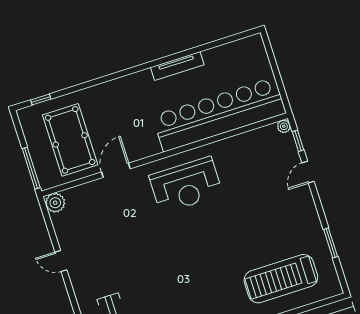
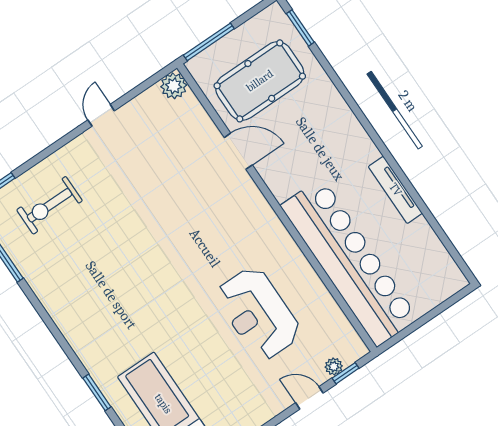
window: (41, 100) -> (300, 28), width x1.50
plant: (284, 126) -> (334, 367), moved
reception desk: (186, 185) -> (258, 313), moved

